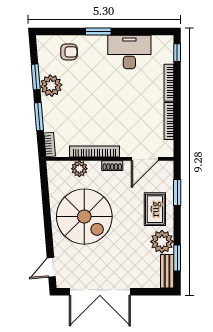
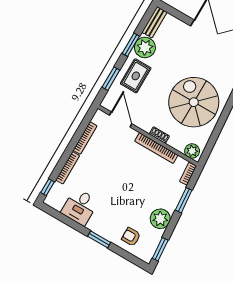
desk: (129, 52) -> (80, 207), width x0.73
window: (36, 77) -> (160, 249), moved
door: (145, 159) -> (121, 120), hinge flipped
shoe rack: (112, 166) -> (159, 135), moved
plant: (79, 169) -> (192, 151), moved
window: (177, 258) -> (131, 45), moved

